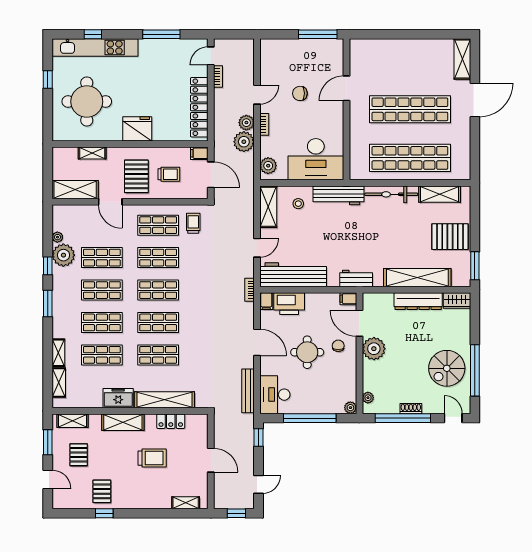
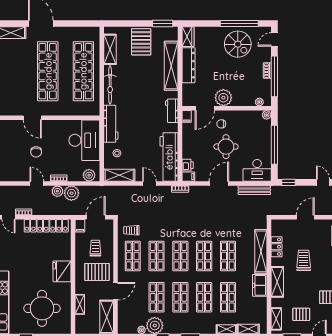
printer: (289, 304) -> (188, 165), width x0.53, depth x0.68

